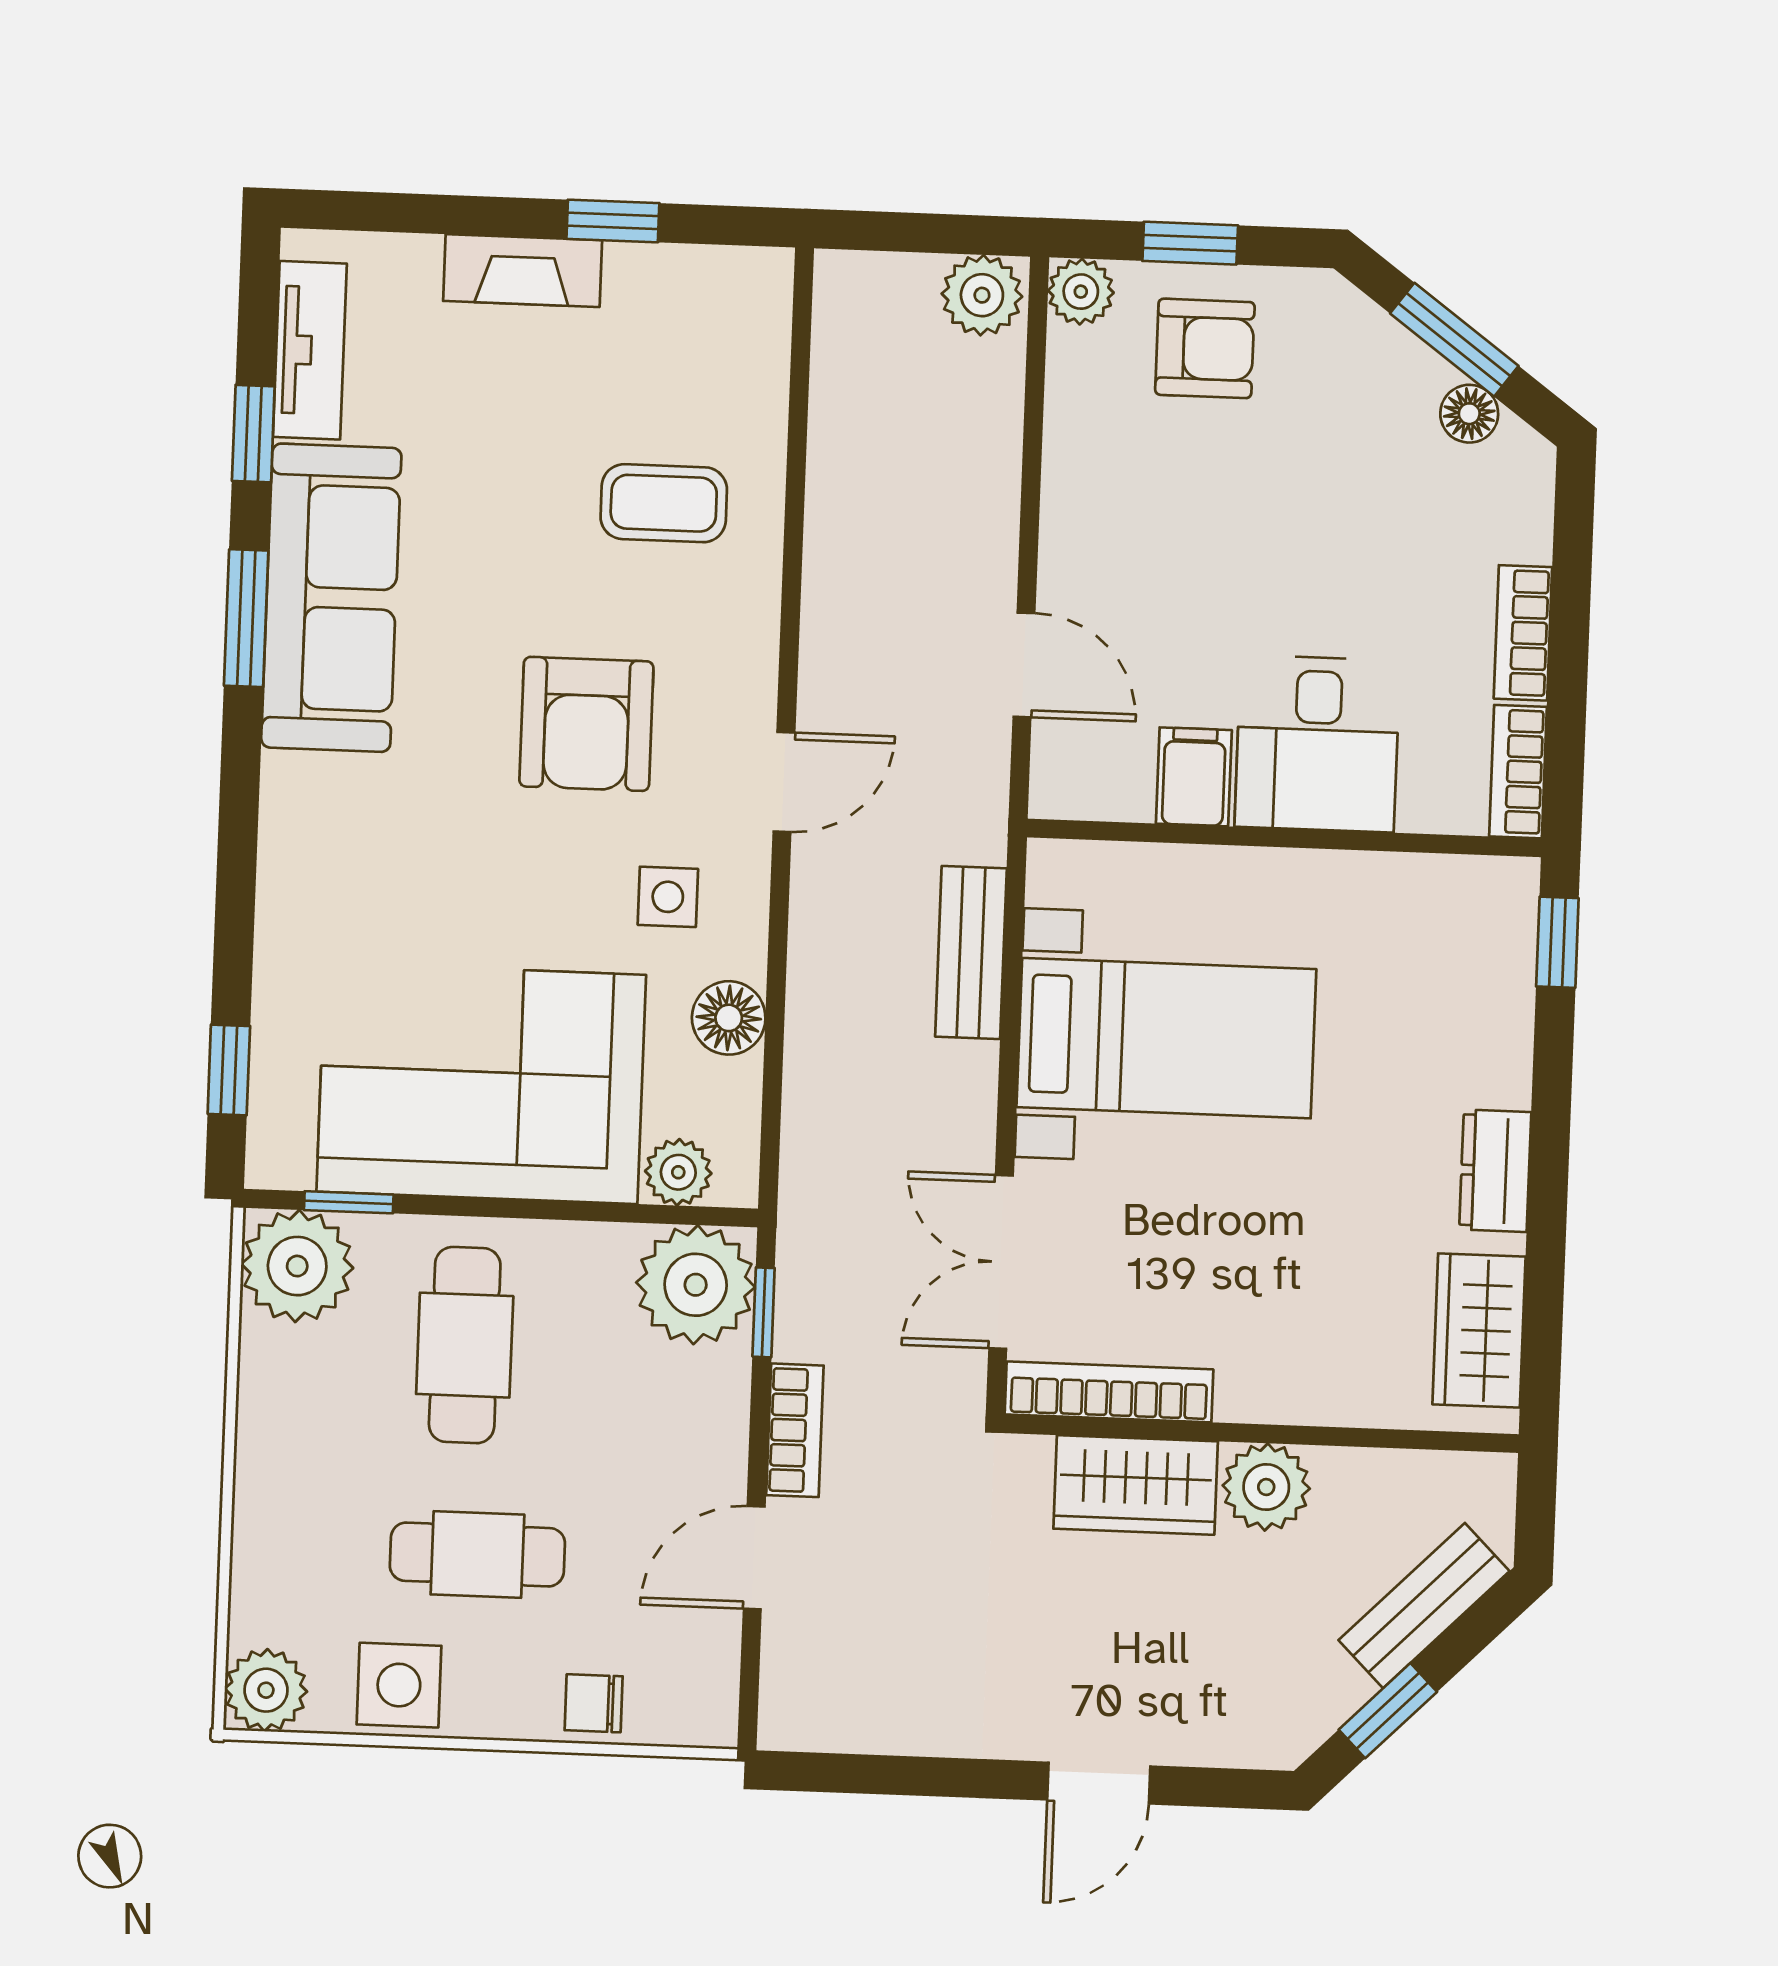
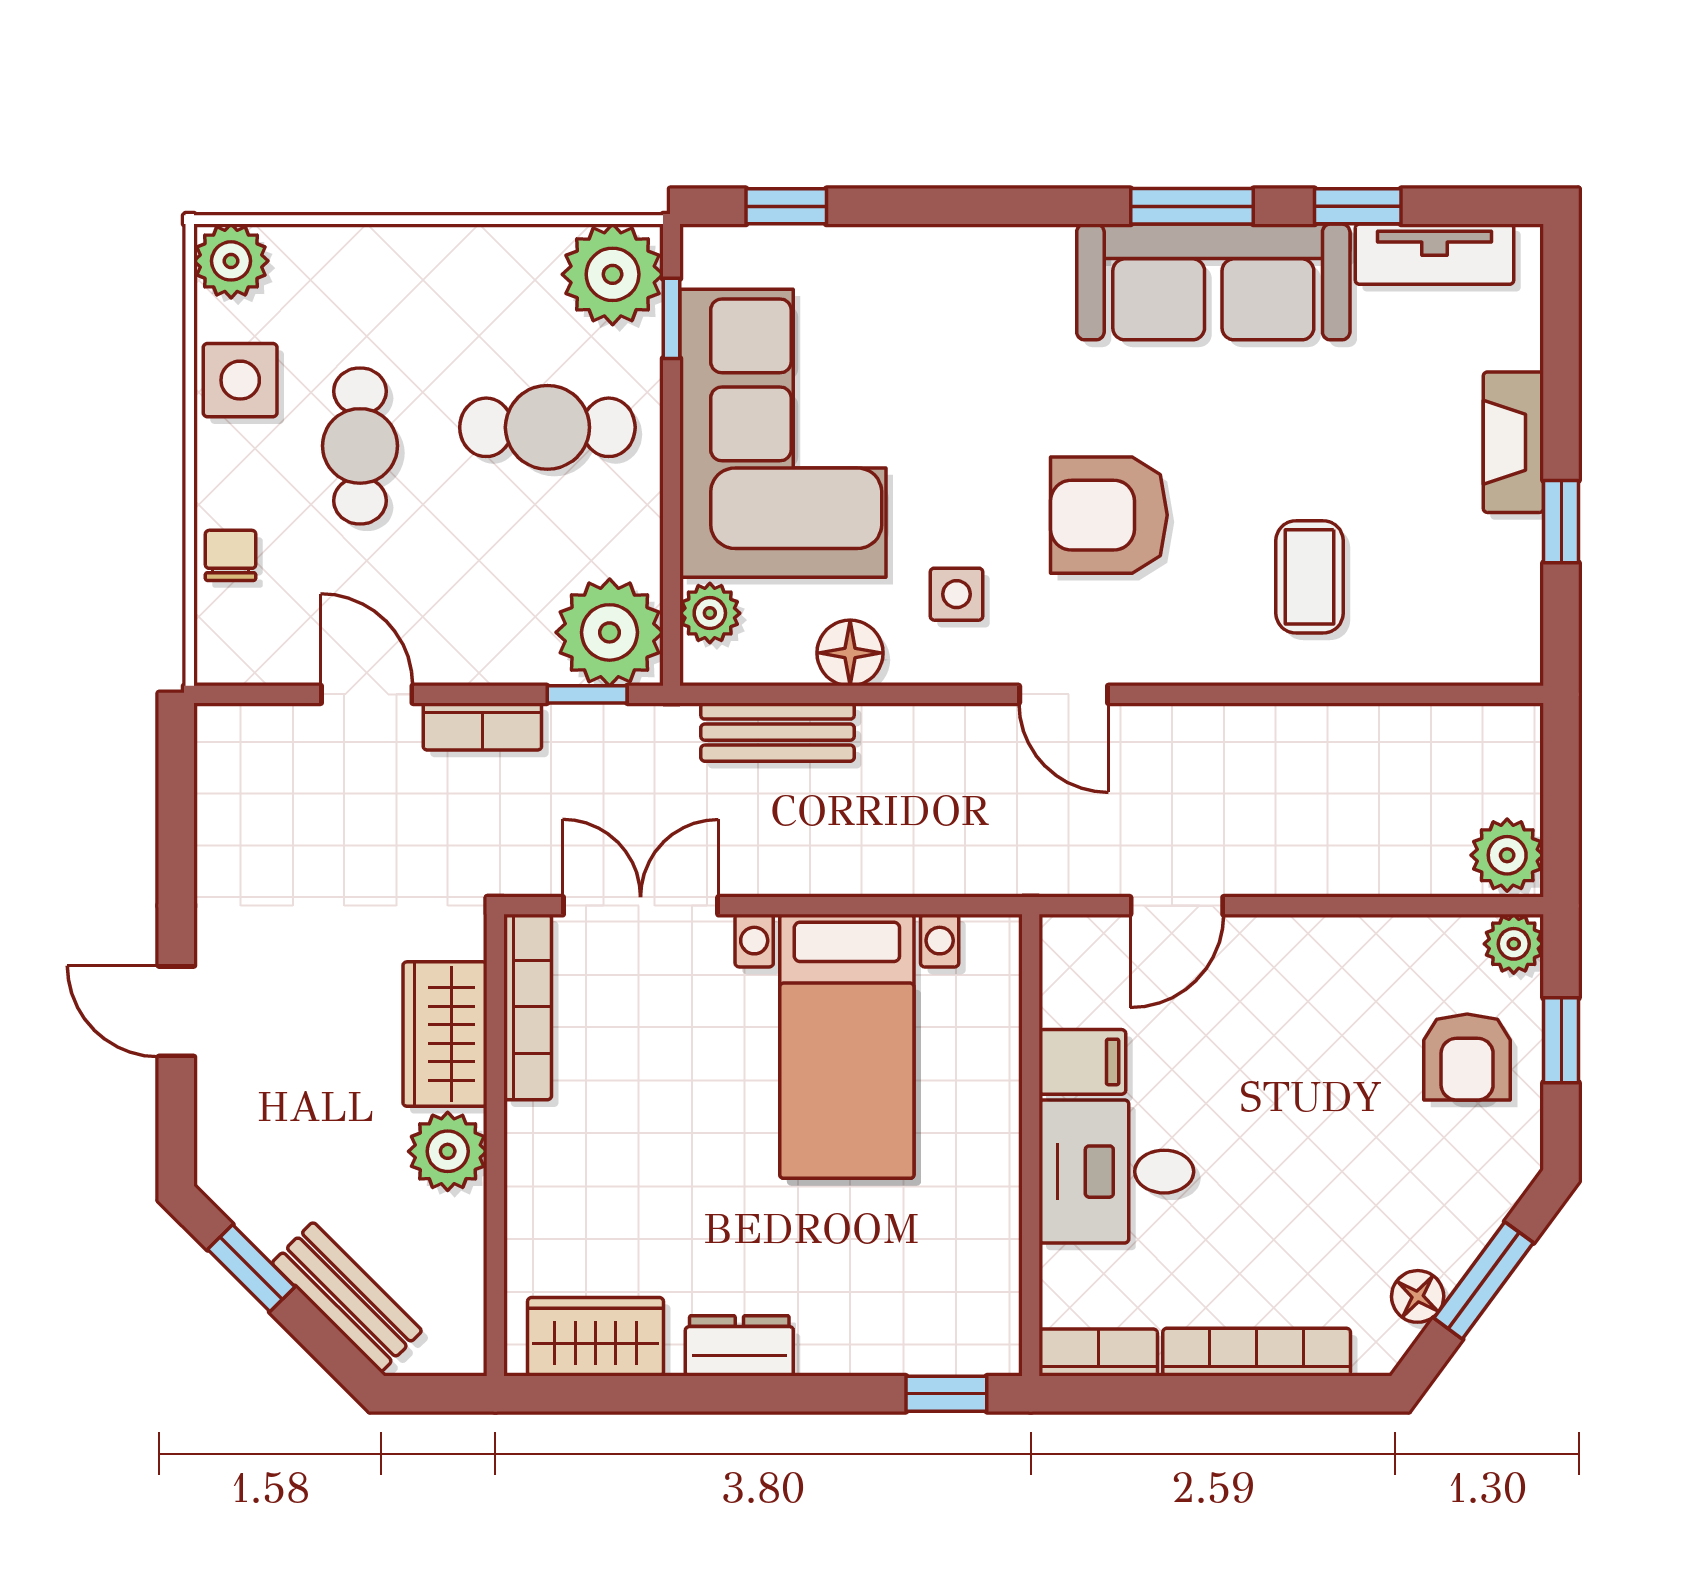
bookcase: (1523, 633) -> (1257, 1352), width x1.56
bench: (971, 953) -> (778, 732), moved

